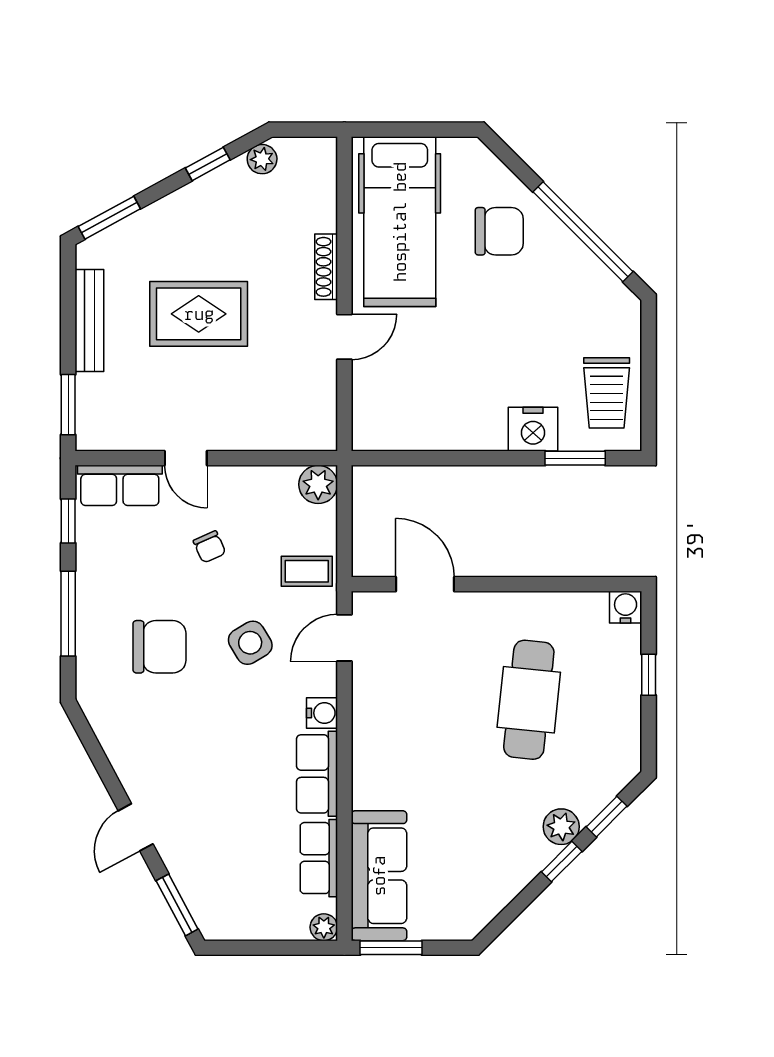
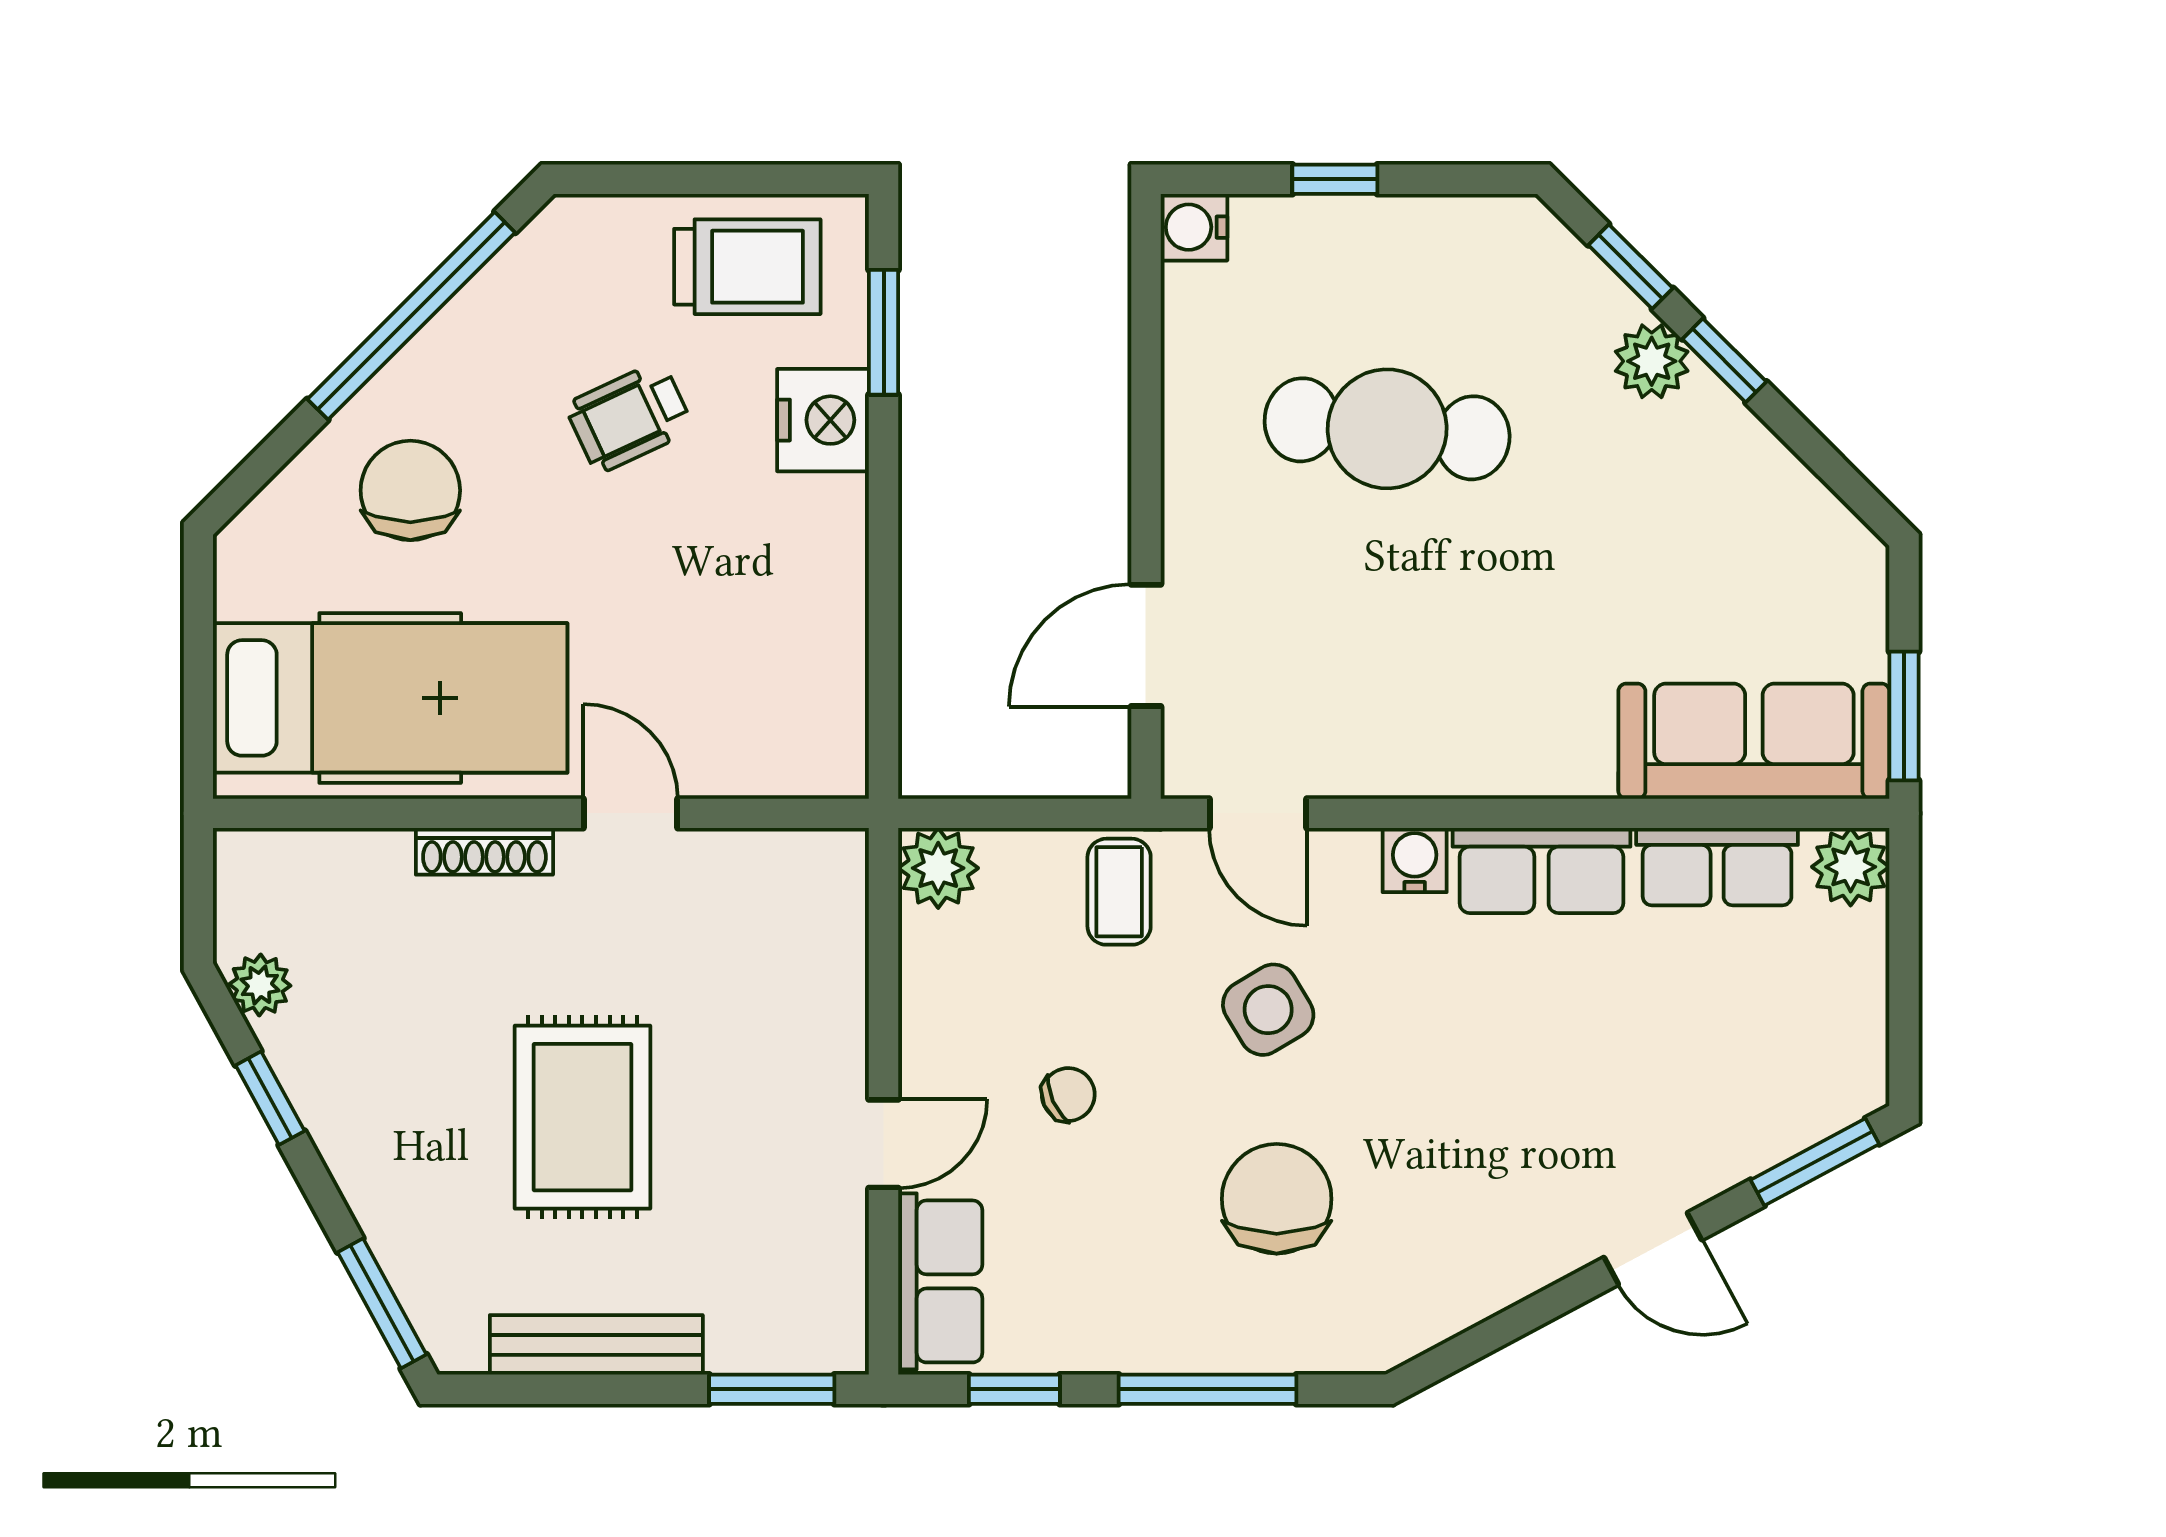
wheelchair: (534, 336) -> (629, 417), added
plant: (324, 927) -> (1851, 867), width x1.38, depth x1.38

